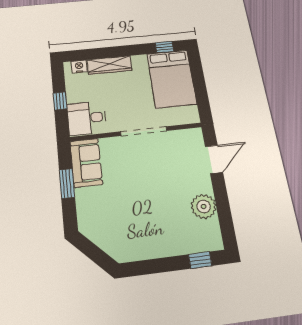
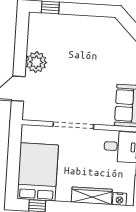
plant: (204, 206) -> (36, 62), moved

